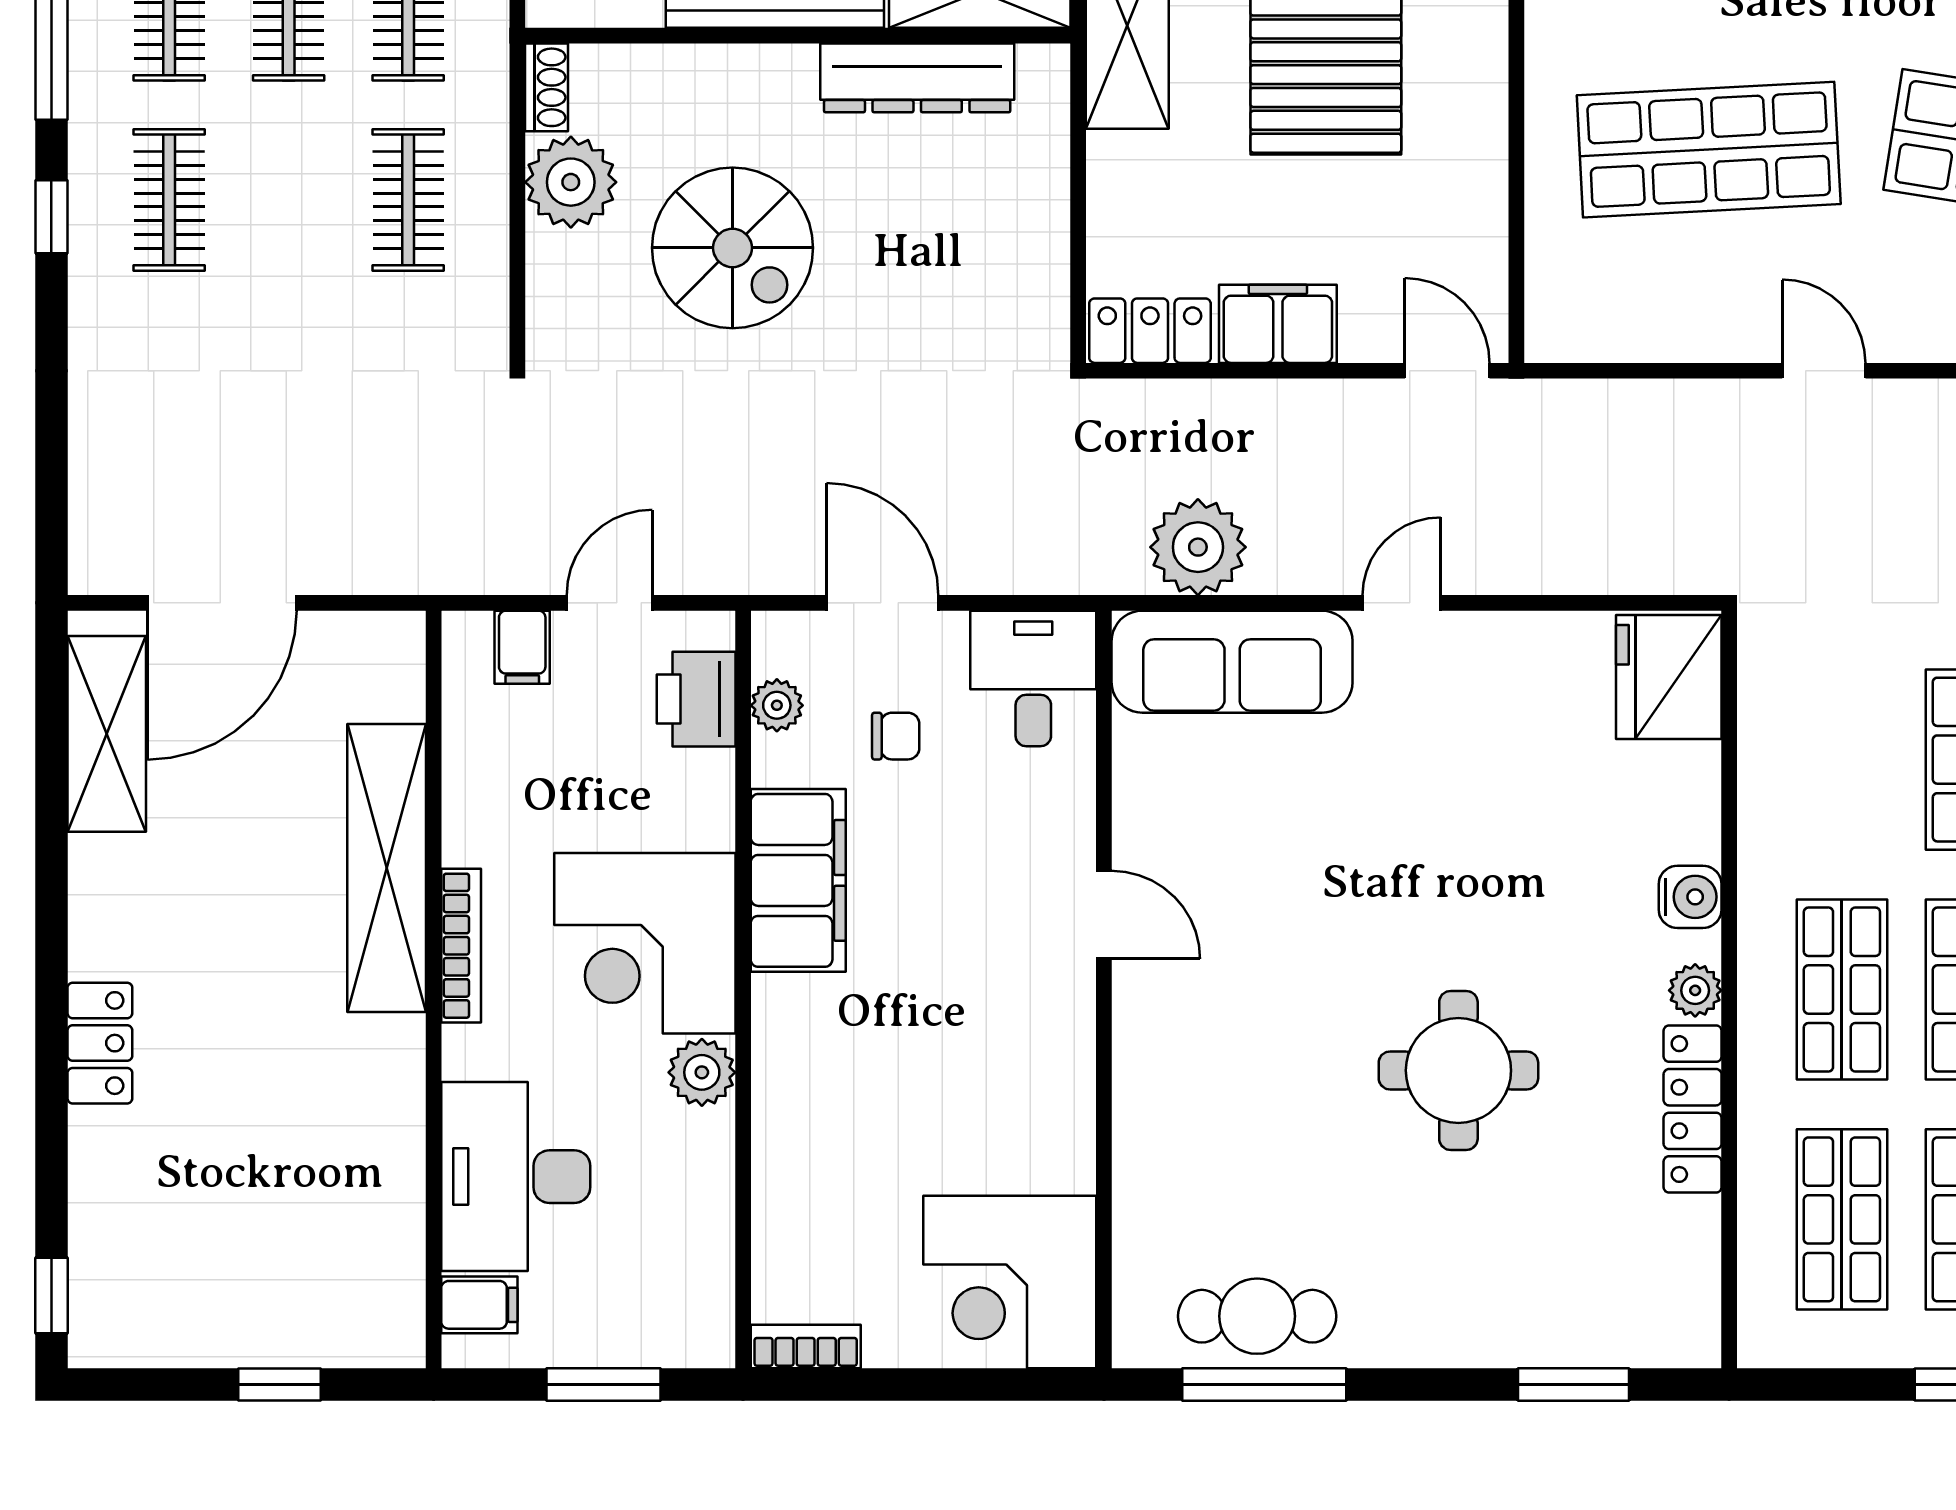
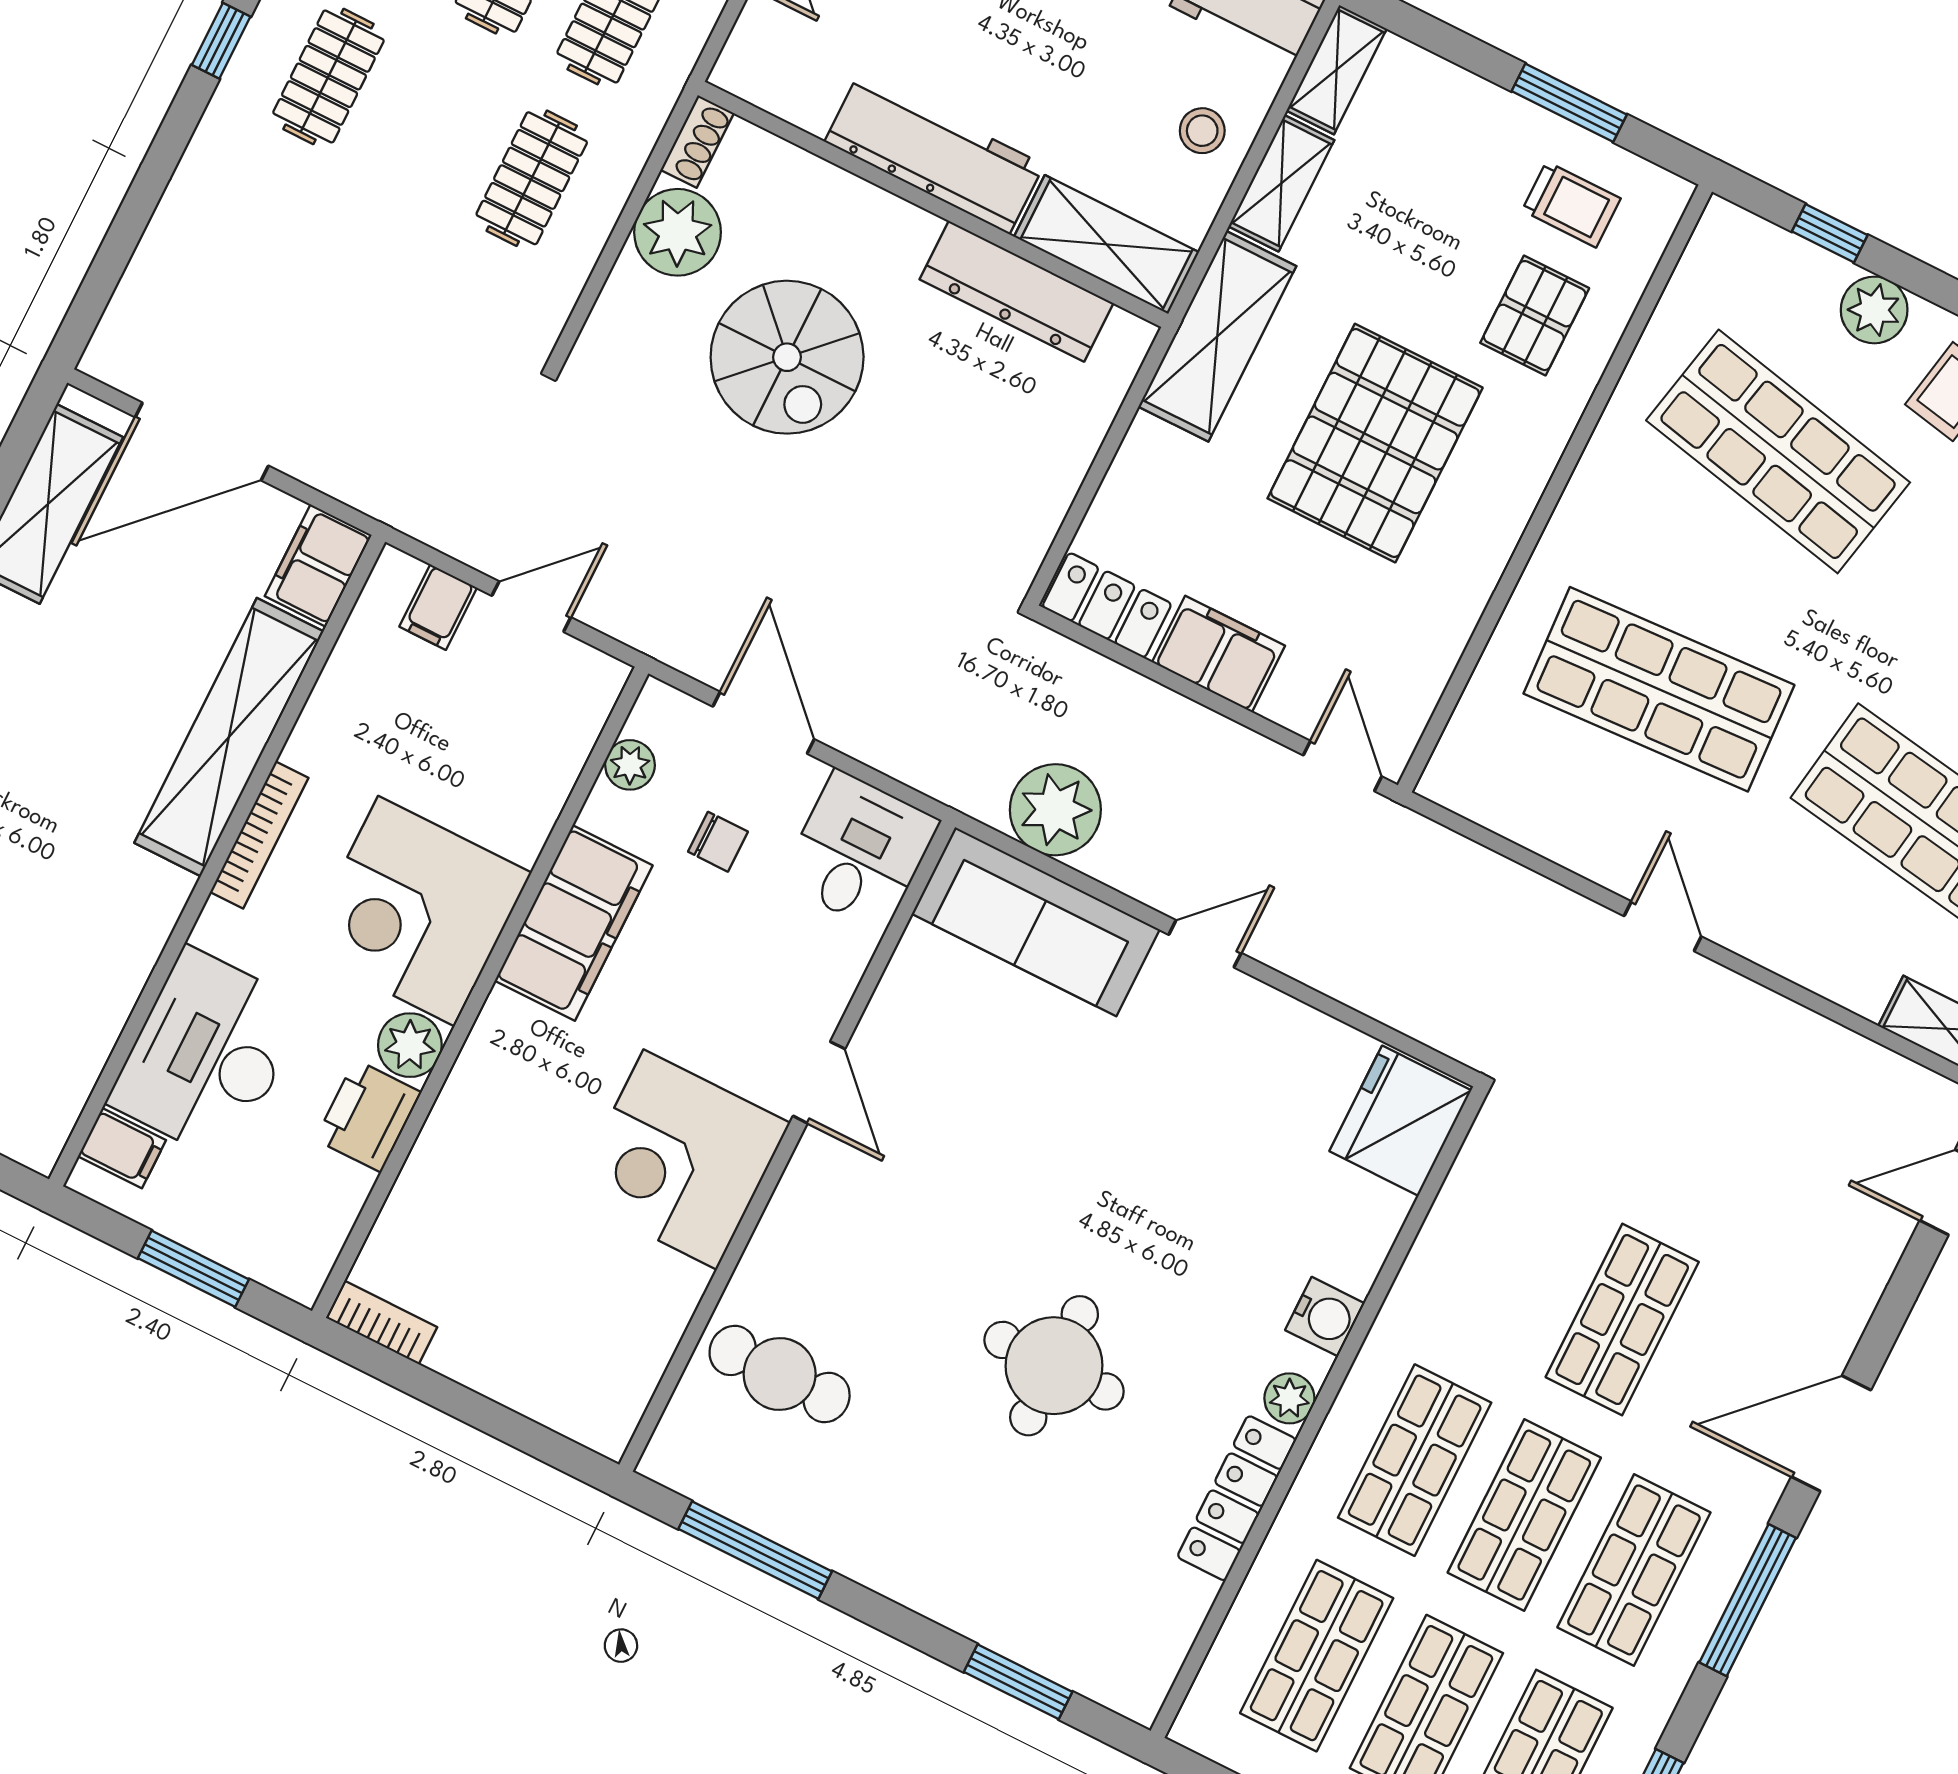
filing cabinet: (390, 665) -> (318, 566), added
printer: (696, 699) -> (368, 1116), moved
corner desk: (1010, 1282) -> (680, 1159), moved
cafe table: (1257, 1316) -> (780, 1374), moved

